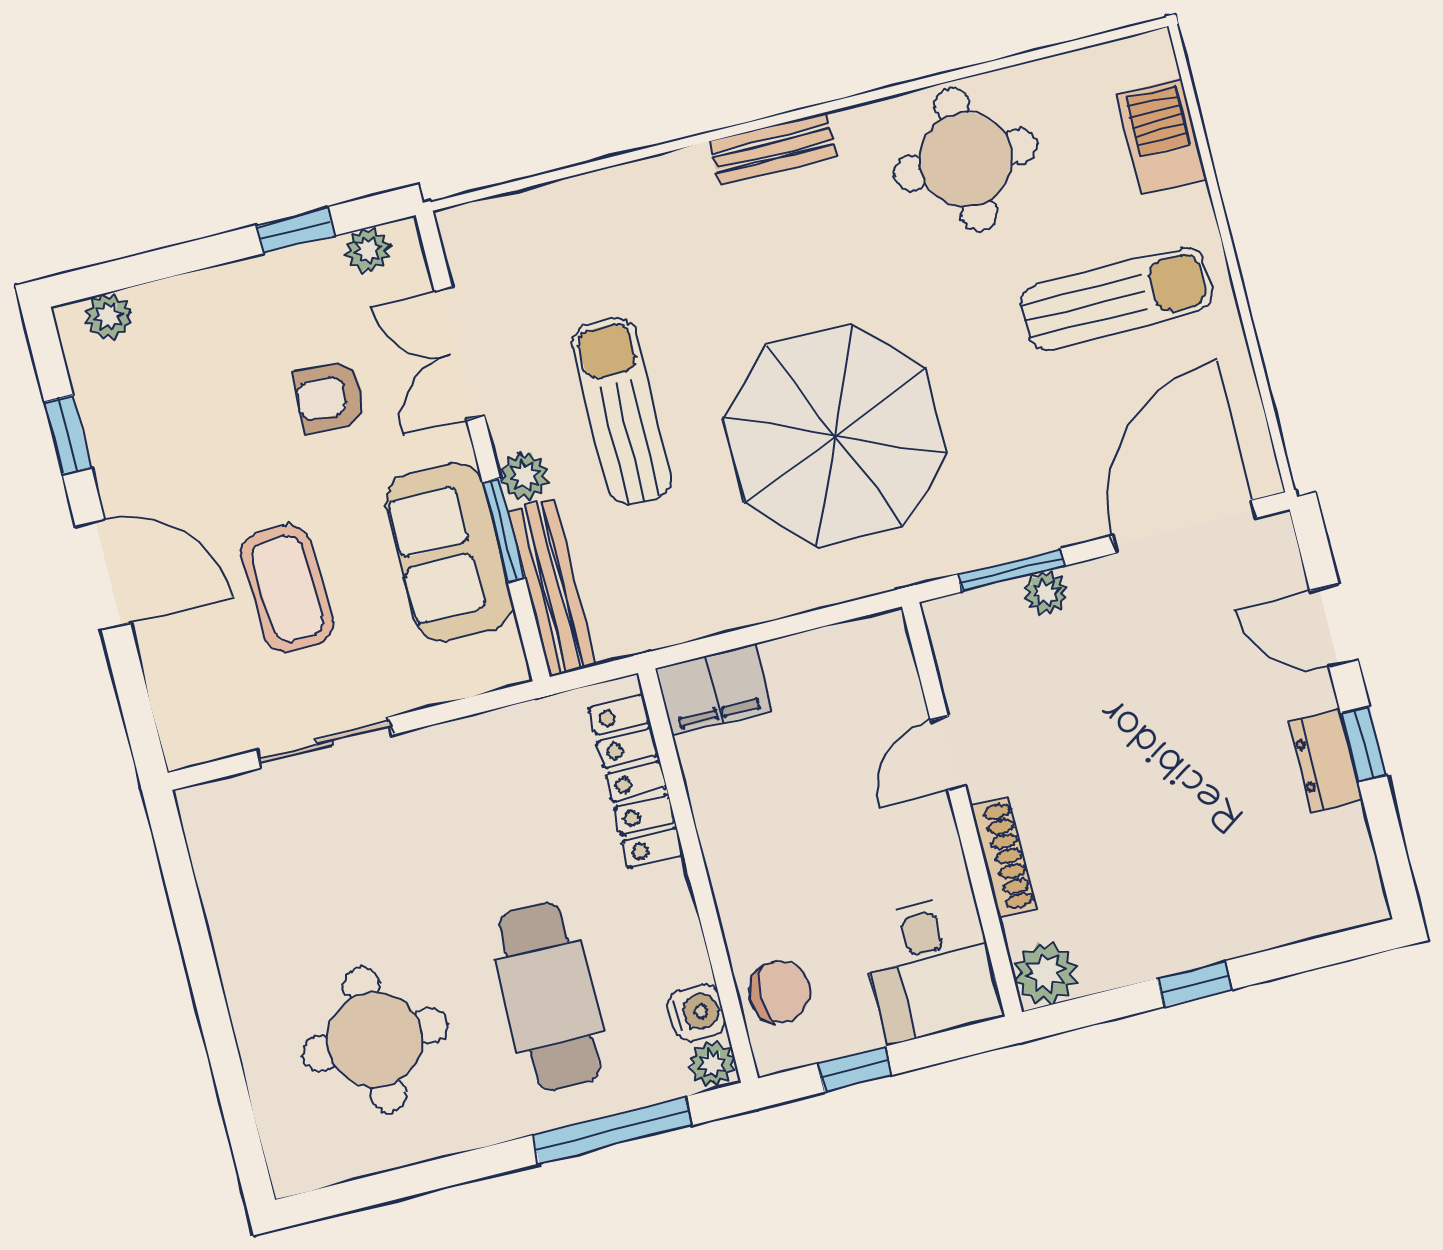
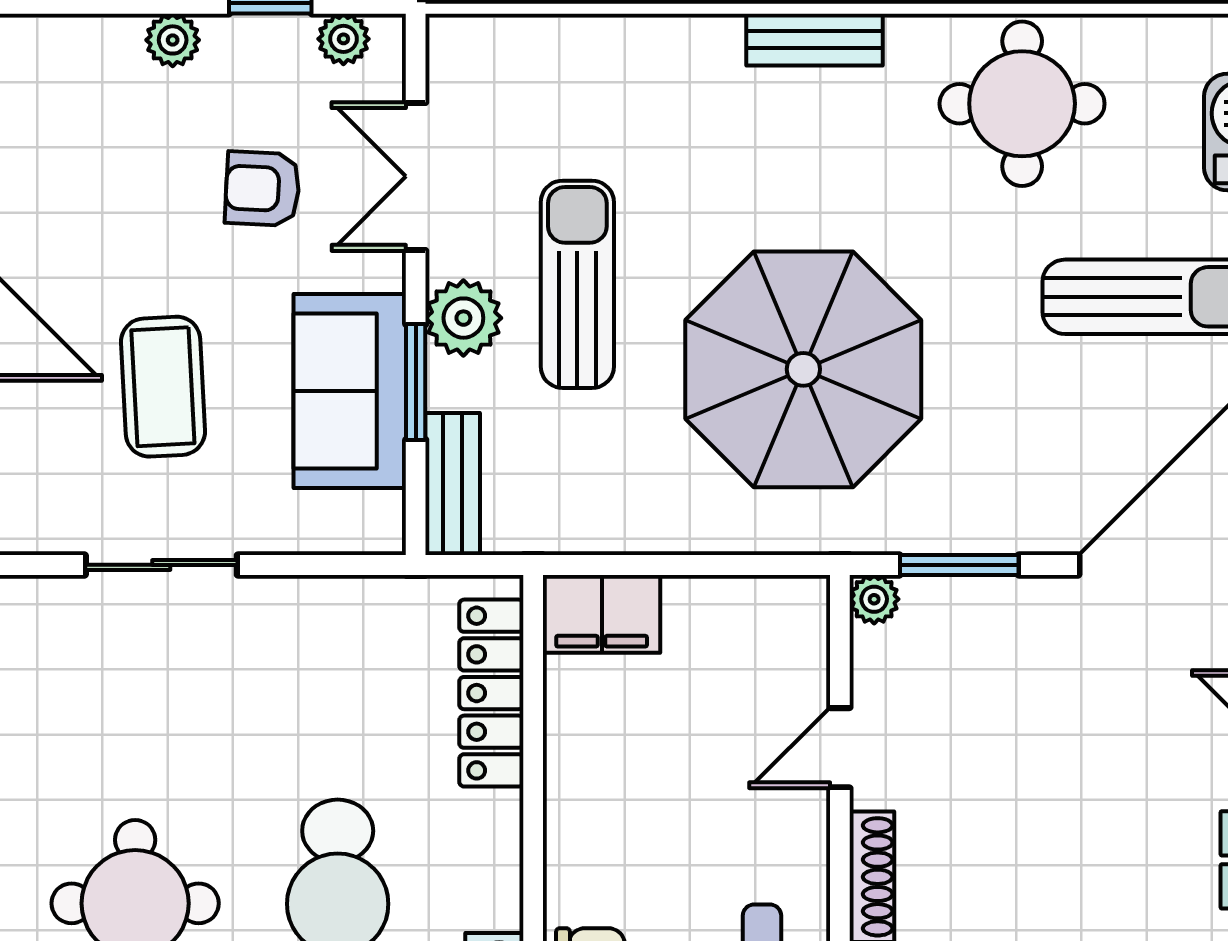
plant: (109, 316) -> (173, 40), moved
plant: (524, 476) -> (463, 318), width x1.38, depth x1.38
bench: (552, 588) -> (453, 484), width x0.73
plant: (1046, 593) -> (874, 599), moved

